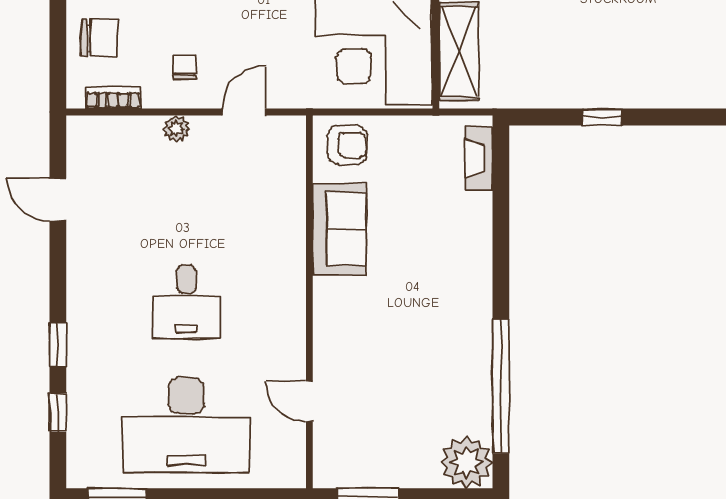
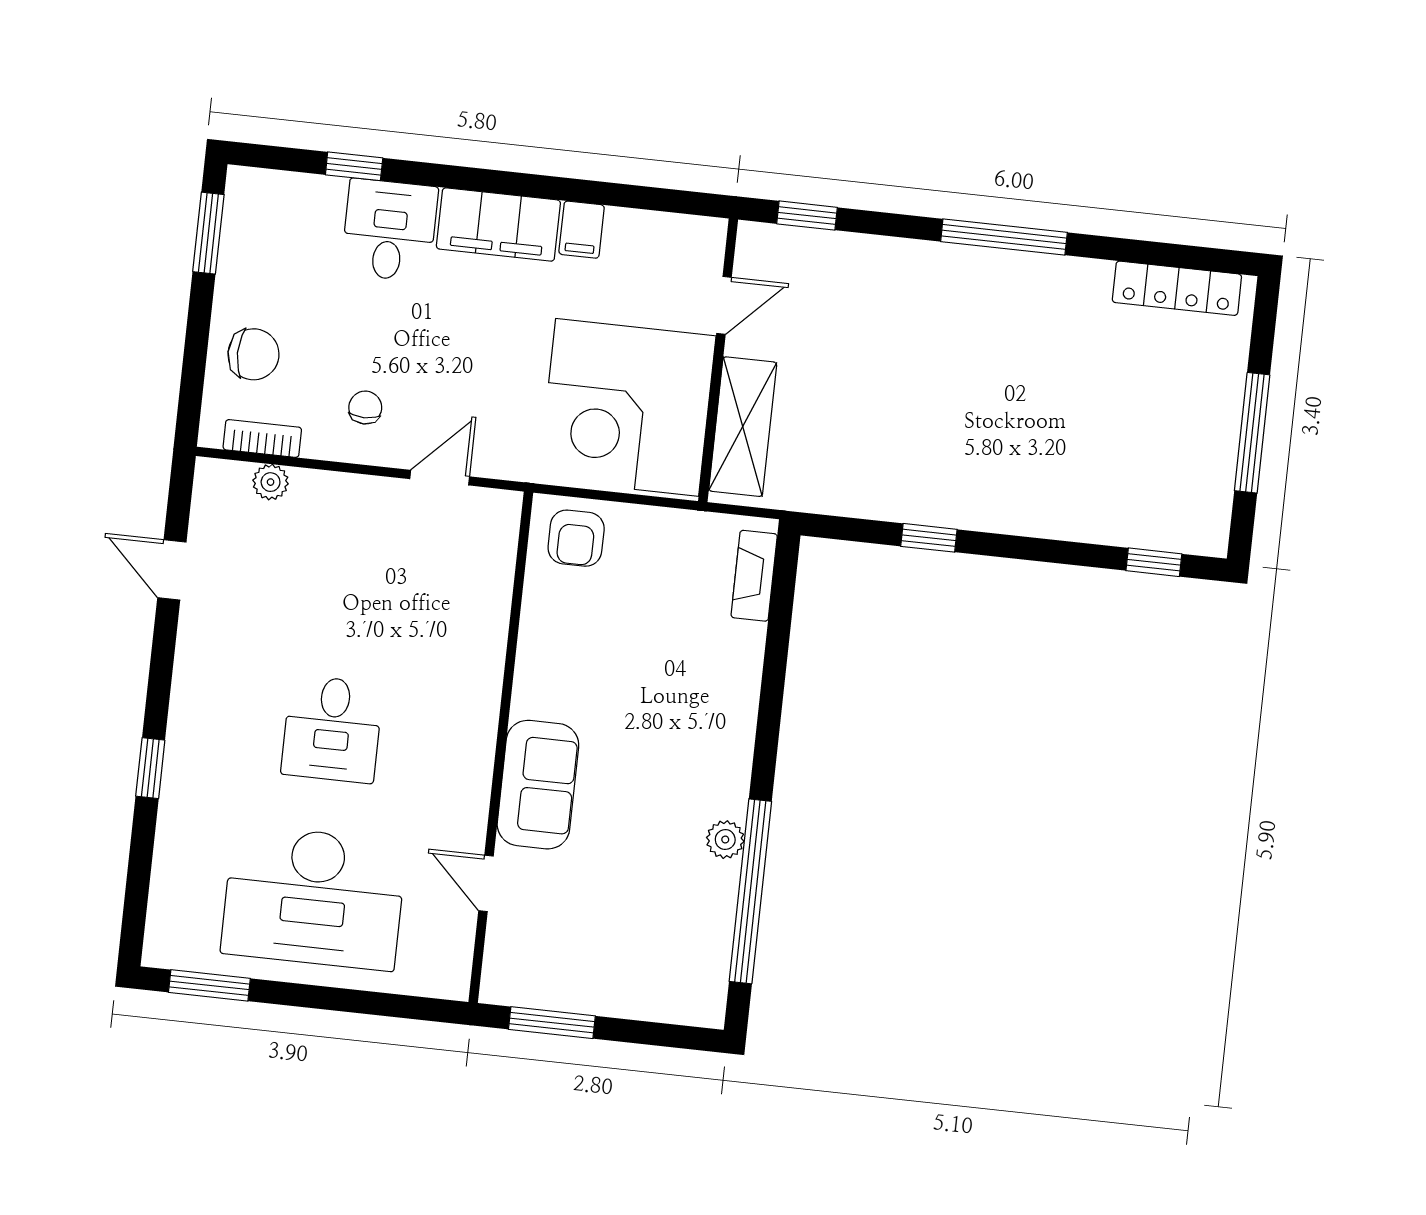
plant: (176, 128) -> (271, 482), moved
armchair: (347, 145) -> (576, 538), turned 90
sofa: (339, 229) -> (538, 785), moved
window: (58, 413) -> (140, 862), removed
plant: (467, 462) -> (725, 840), moved, width x0.53, depth x0.53

